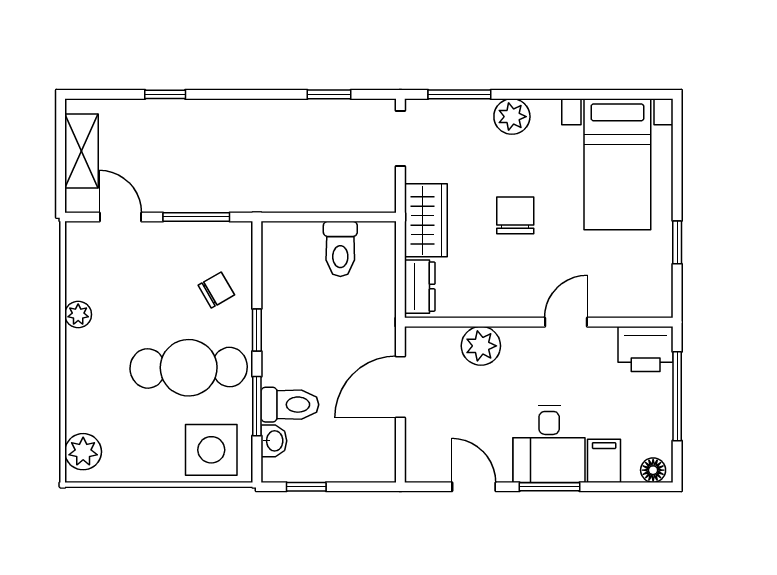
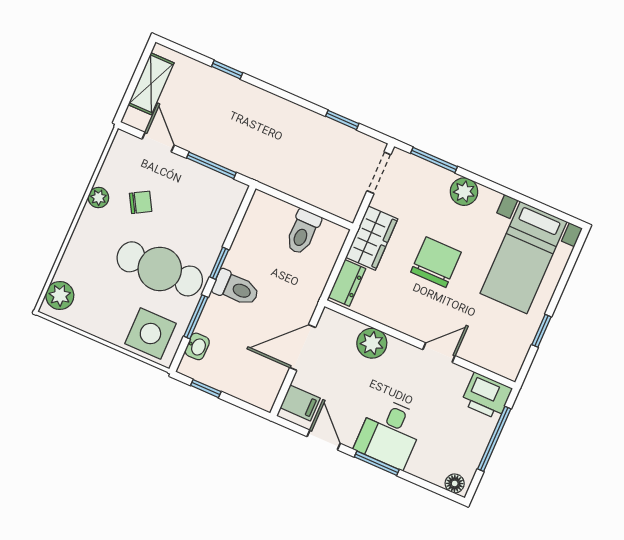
chair: (515, 215) -> (436, 262), width x1.37, depth x1.37
chair: (216, 290) -> (141, 202), moved
toilet: (290, 405) -> (236, 288), moved
filing cabinet: (604, 461) -> (300, 403), moved, turned 90

